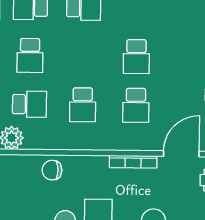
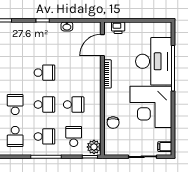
school desk: (136, 105) -> (44, 105), moved
door: (181, 154) -> (102, 45), hinge flipped

